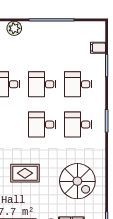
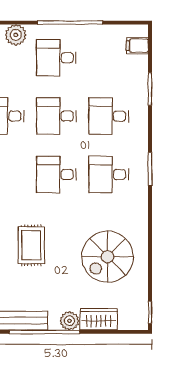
desk: (42, 44) -> (56, 58), added
filing cabinet: (98, 48) -> (137, 46), moved
rug: (25, 173) -> (31, 245), turned 90
spiral stairs: (77, 181) -> (107, 257), turned 90

